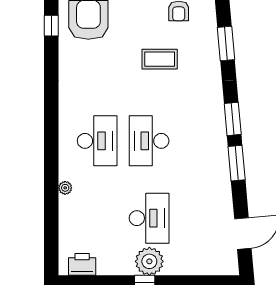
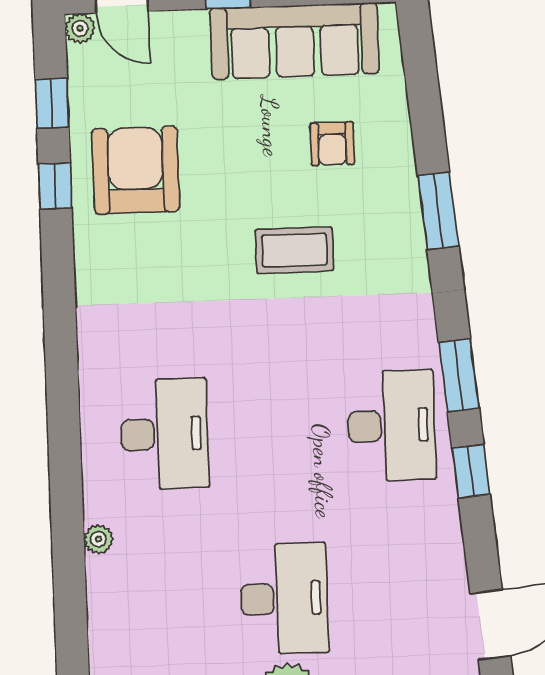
desk: (149, 141) -> (391, 426), moved, turned 180
window: (237, 163) -> (471, 471), width x0.67

